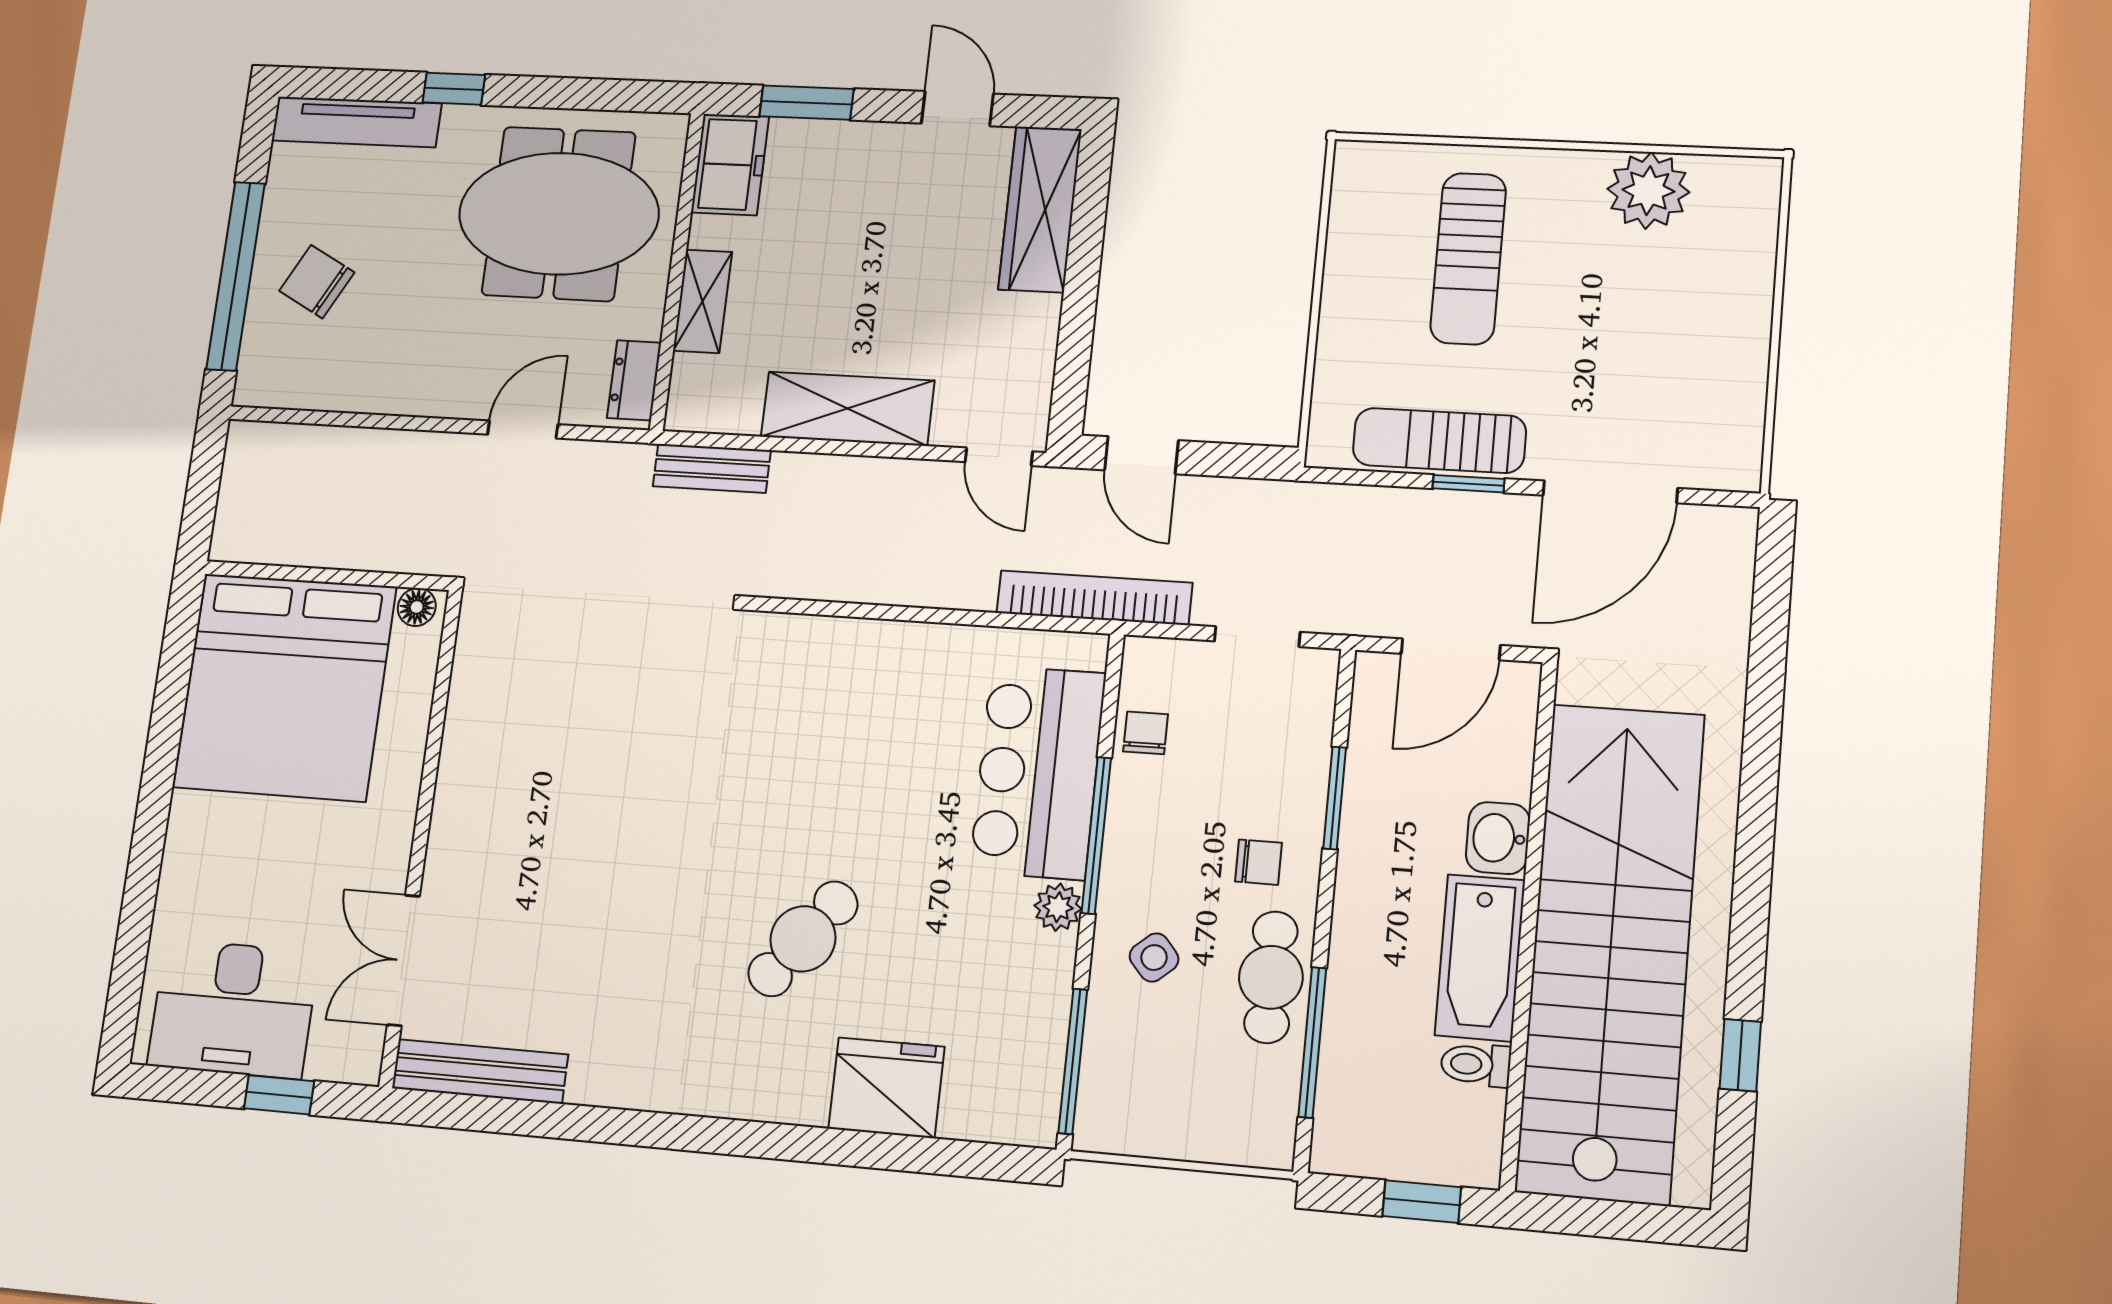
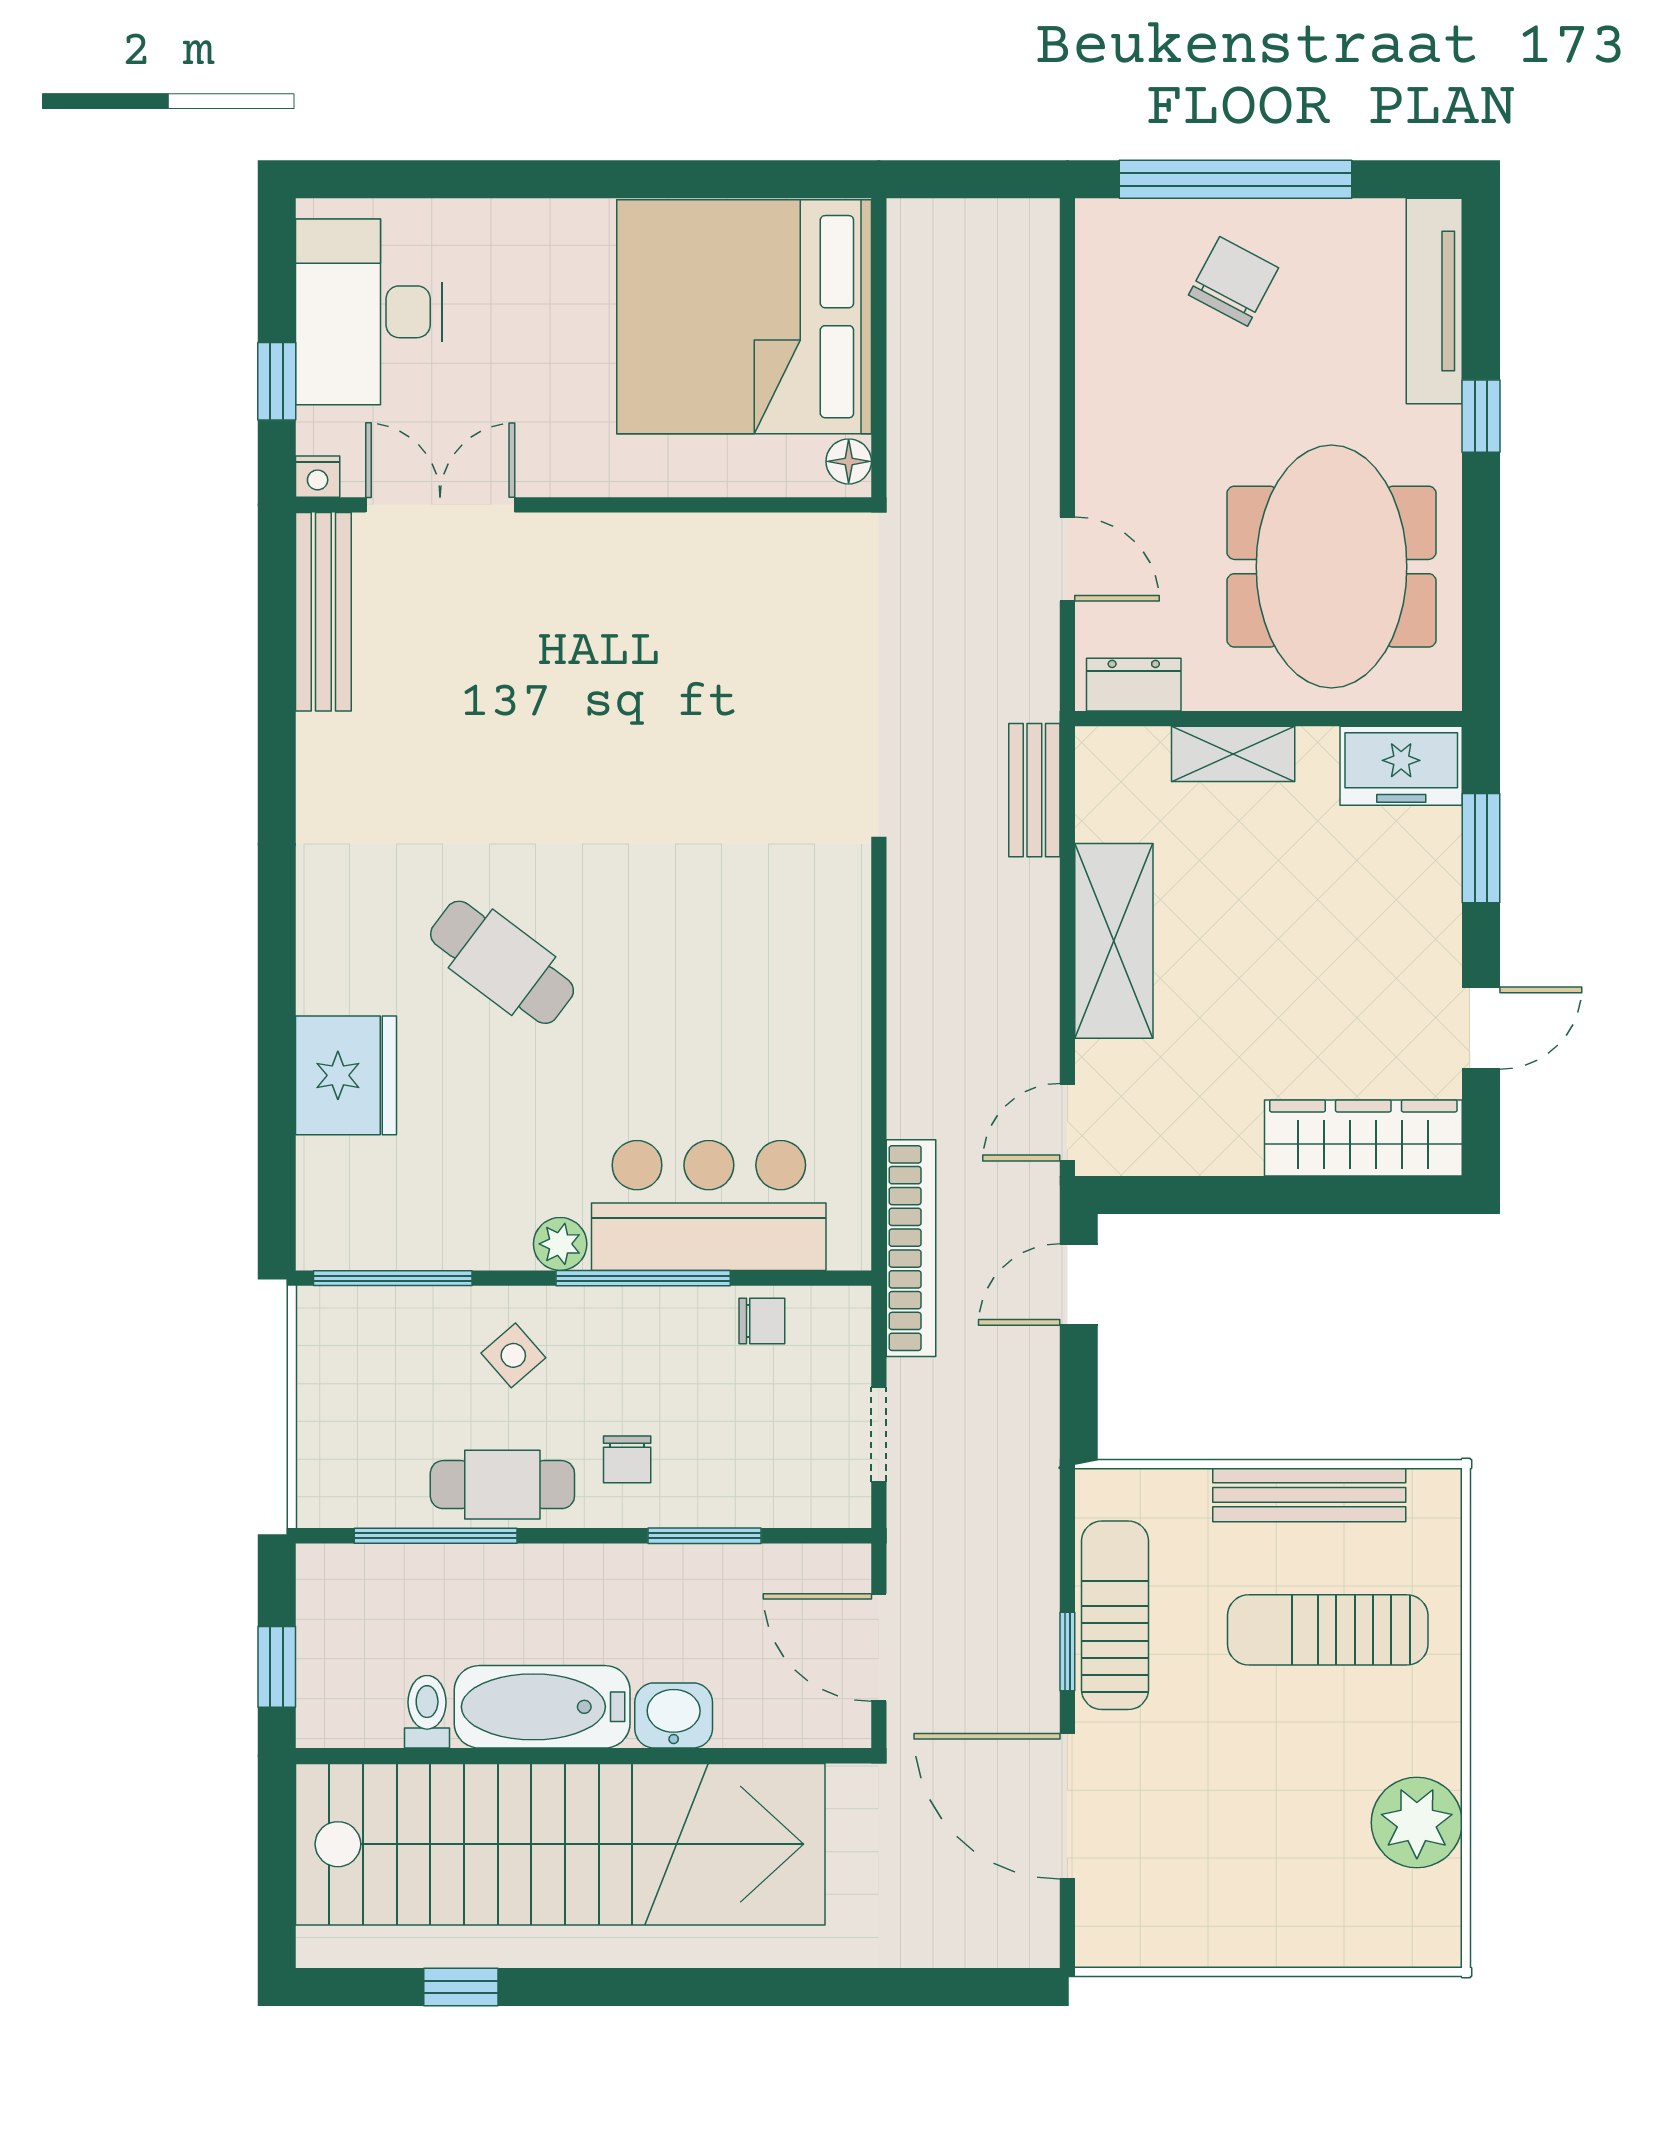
bench: (1346, 269) -> (1309, 1495), added
nightstand: (364, 1066) -> (318, 477), added

